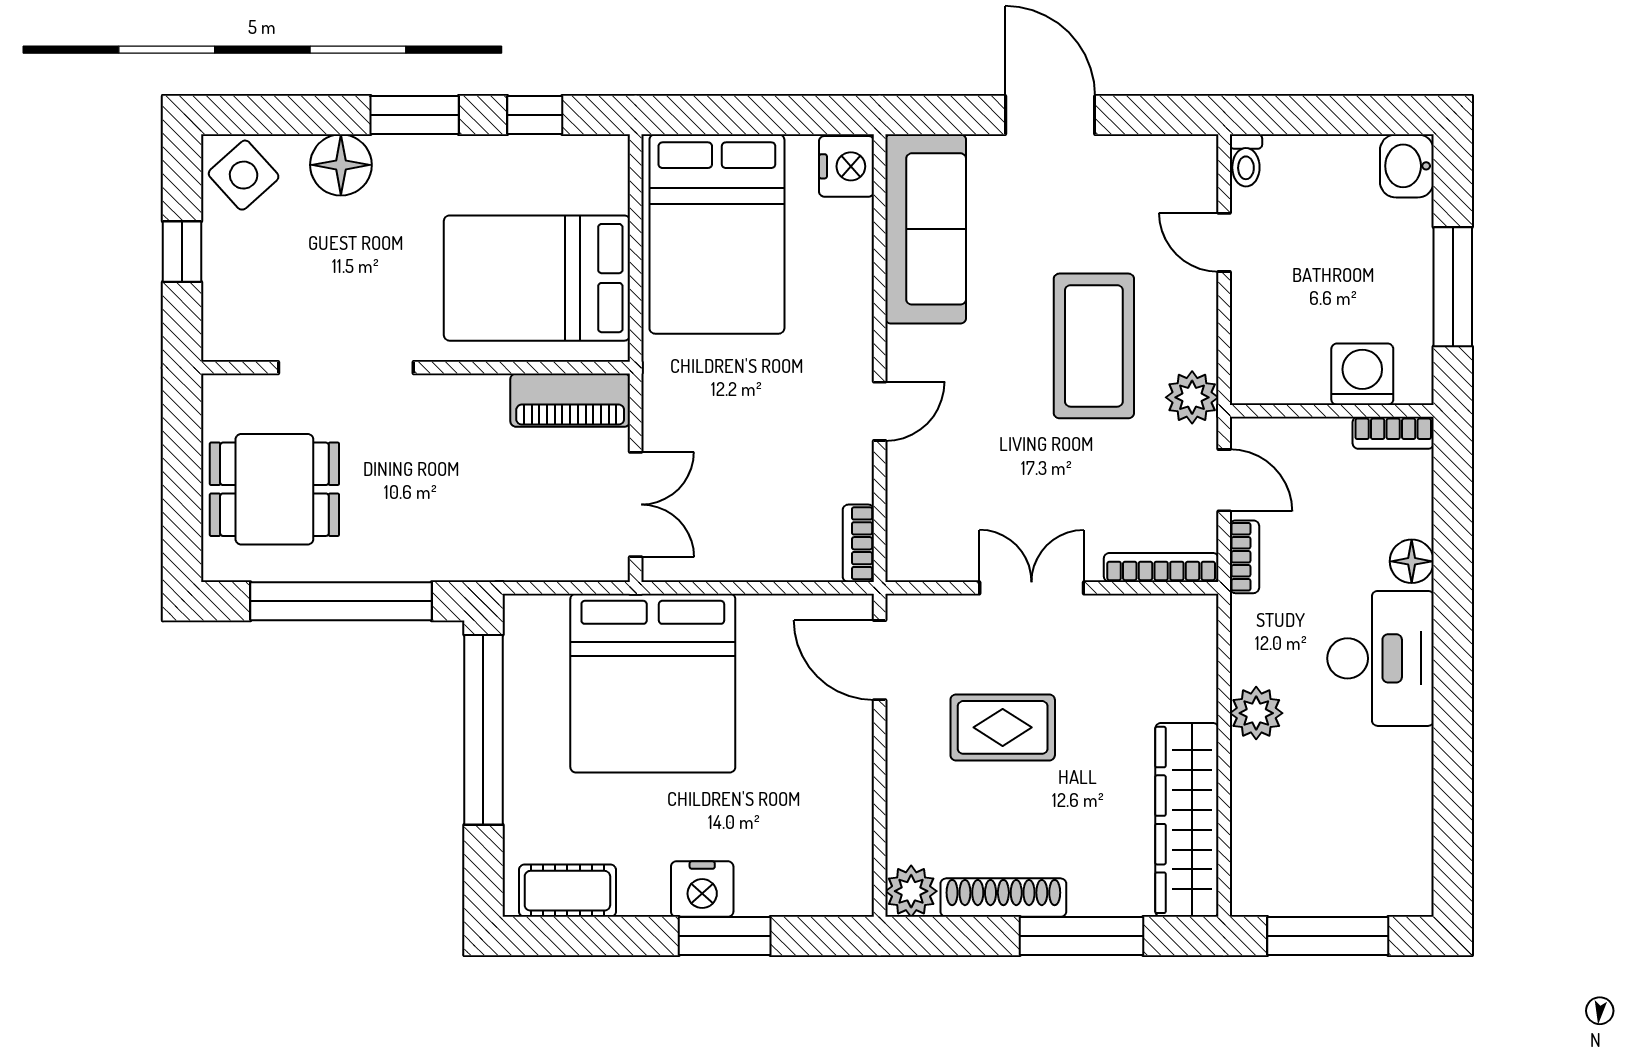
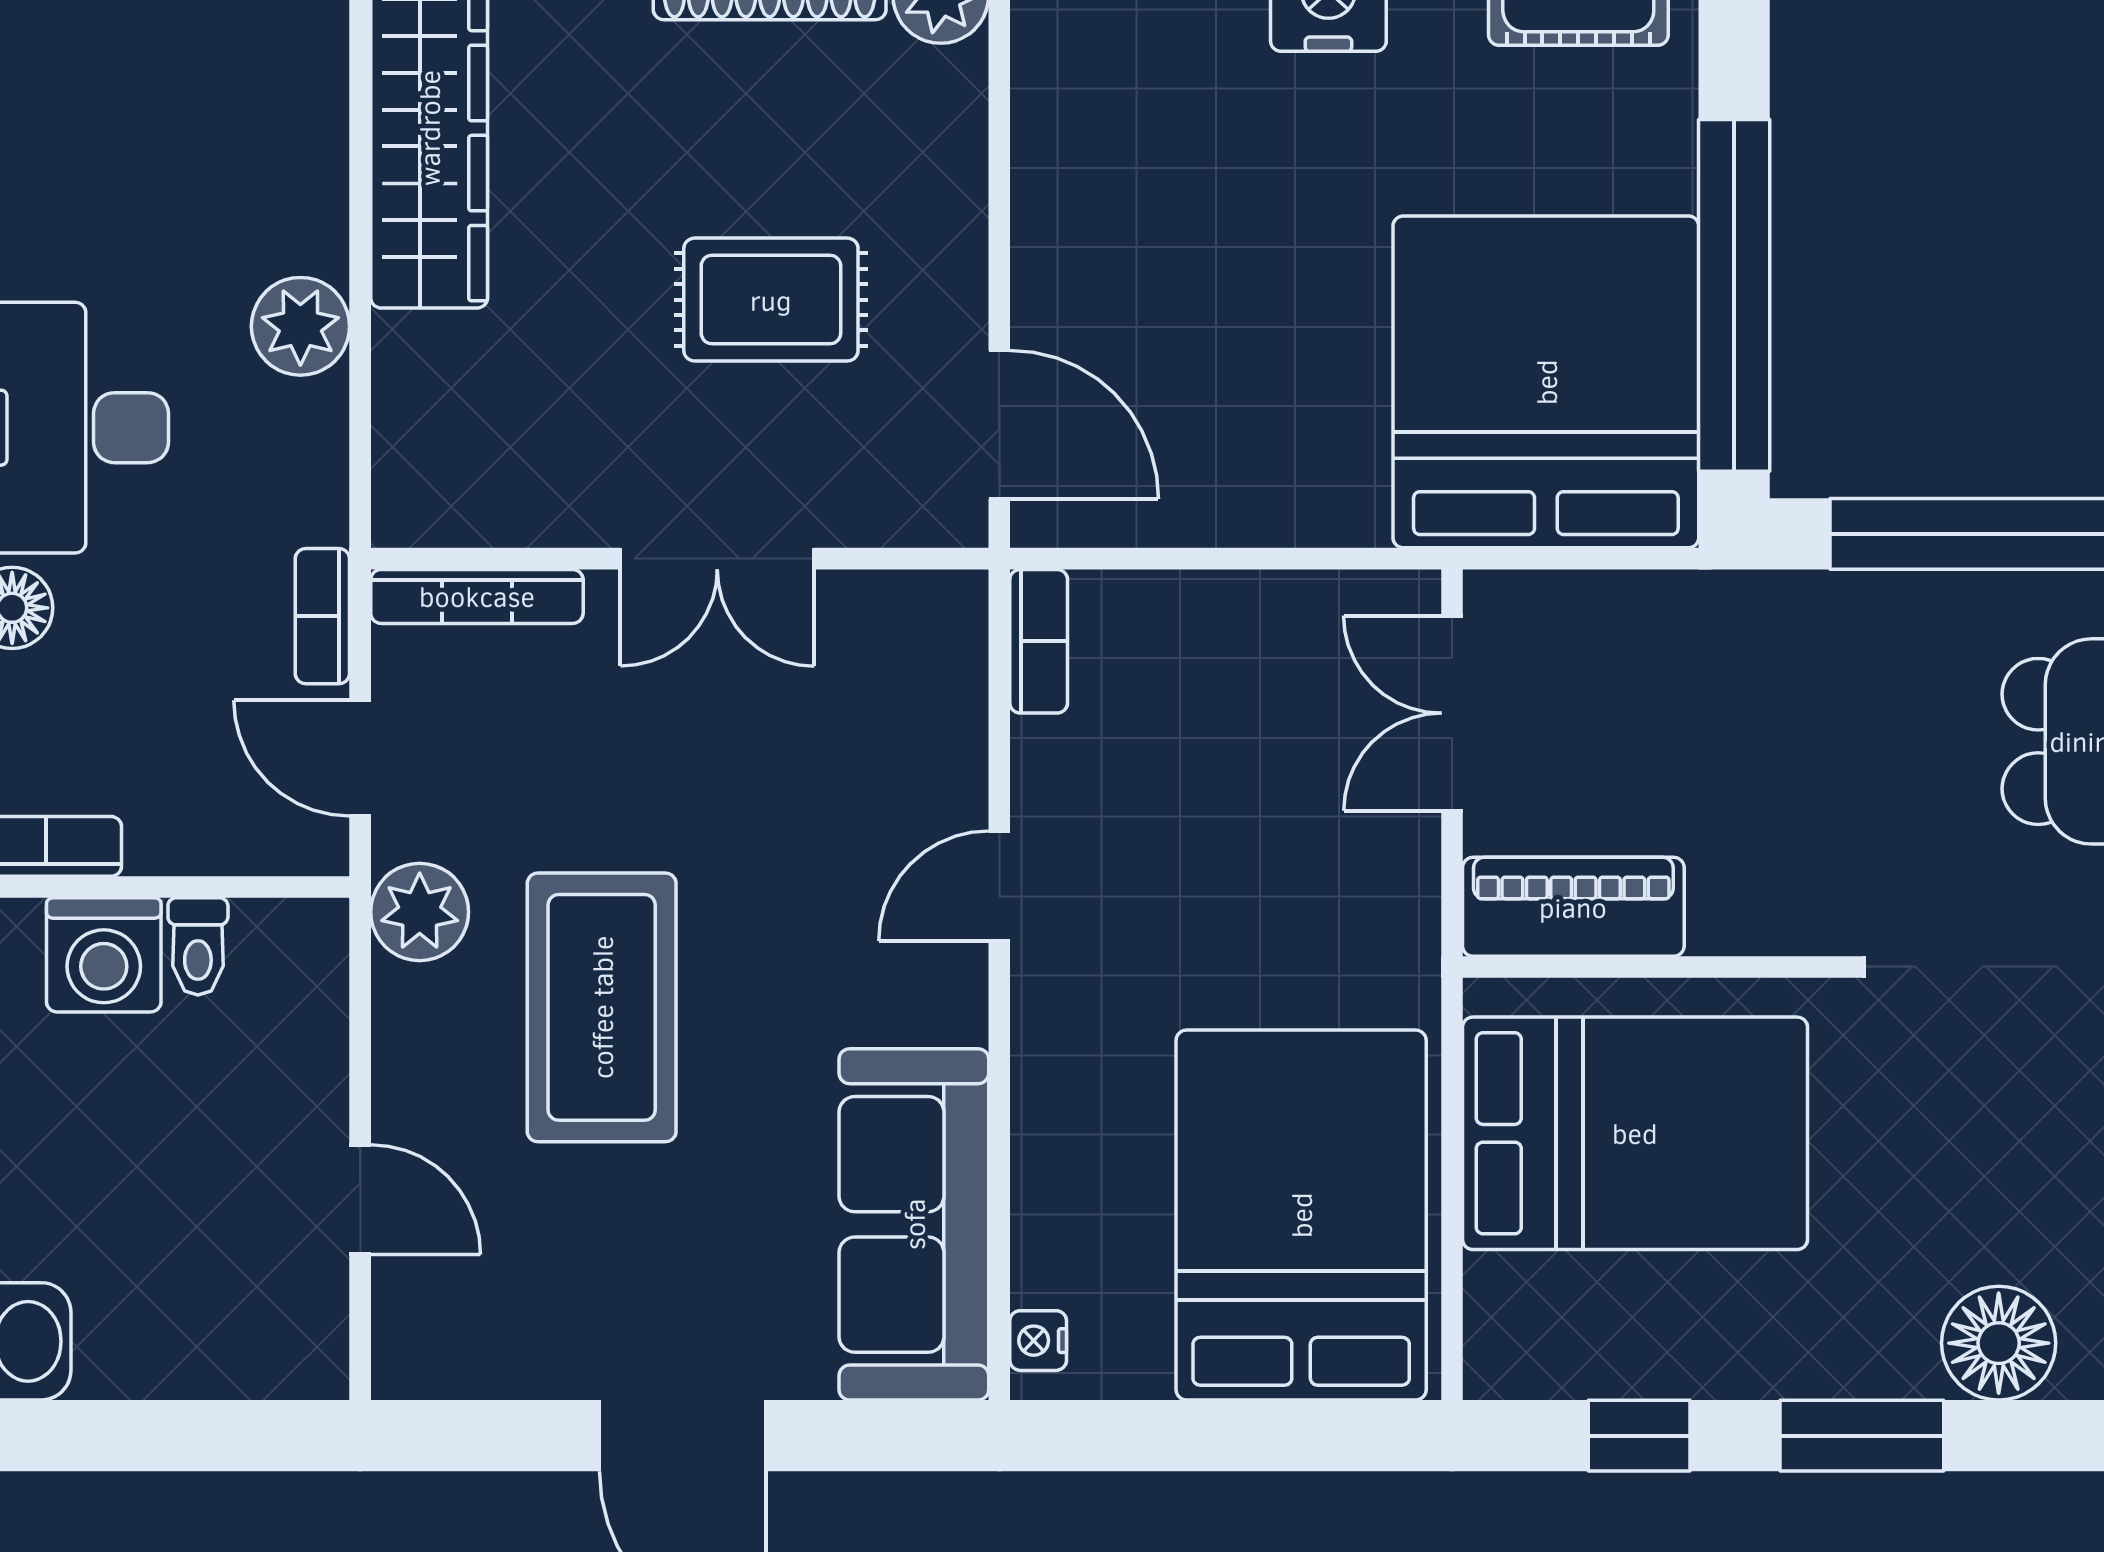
toilet: (1246, 160) -> (198, 946), moved, turned 180
nightstand: (847, 166) -> (1038, 1341), width x0.53, depth x0.56
bed: (653, 683) -> (1546, 382), moved

